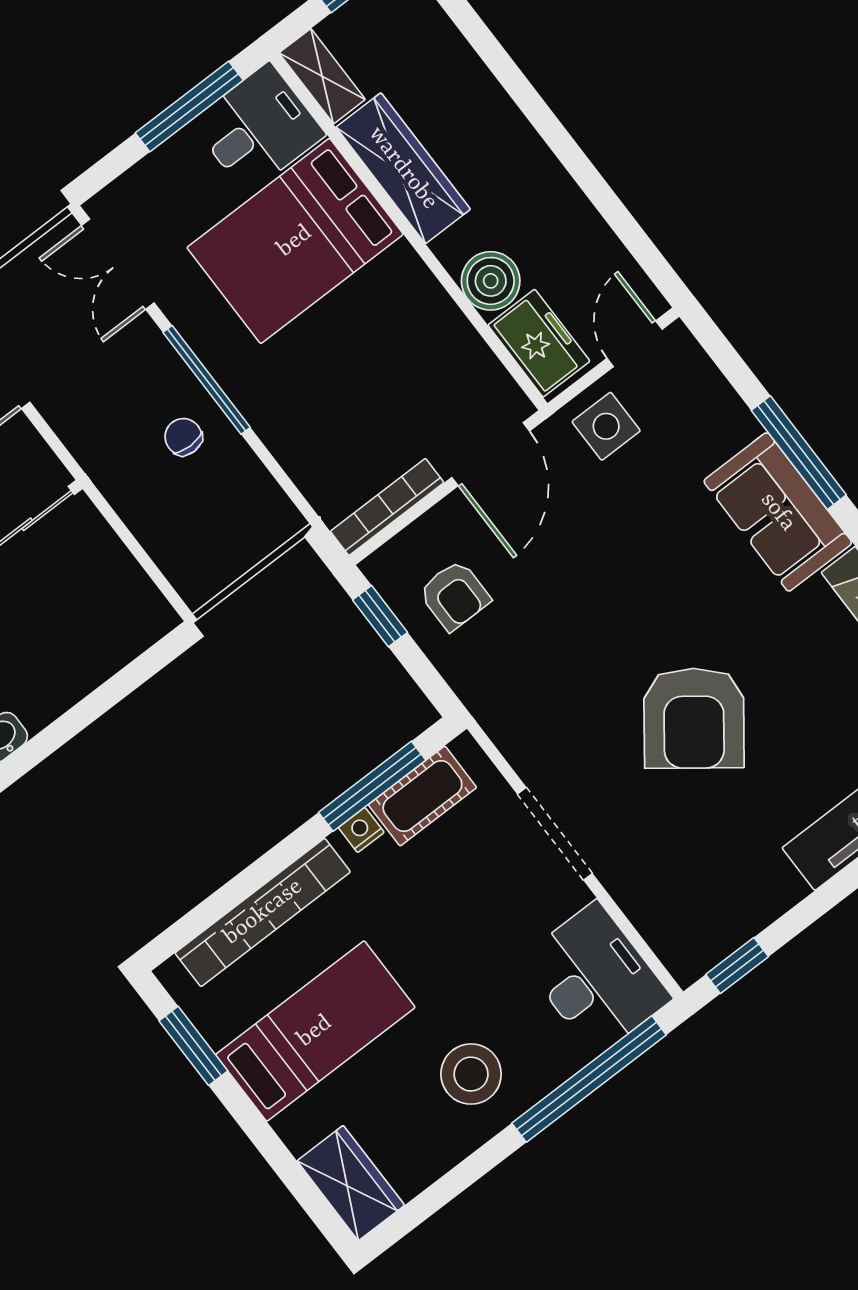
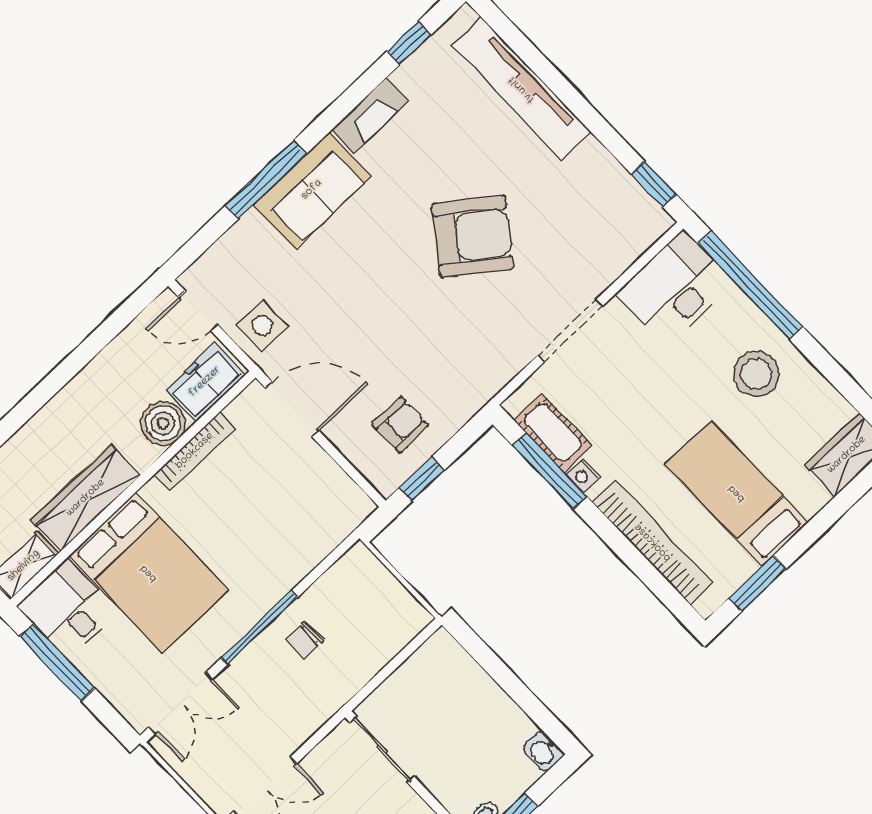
bookcase: (387, 507) -> (195, 451), moved, turned -90

